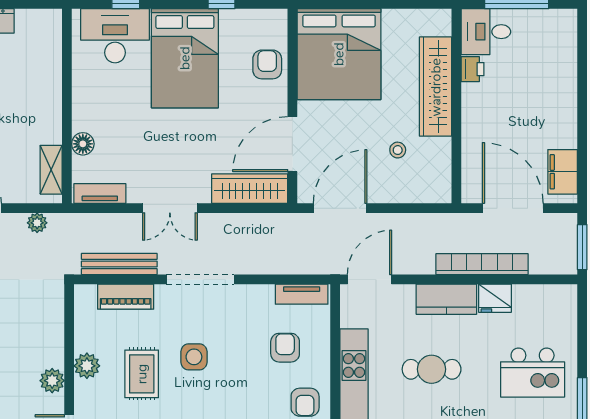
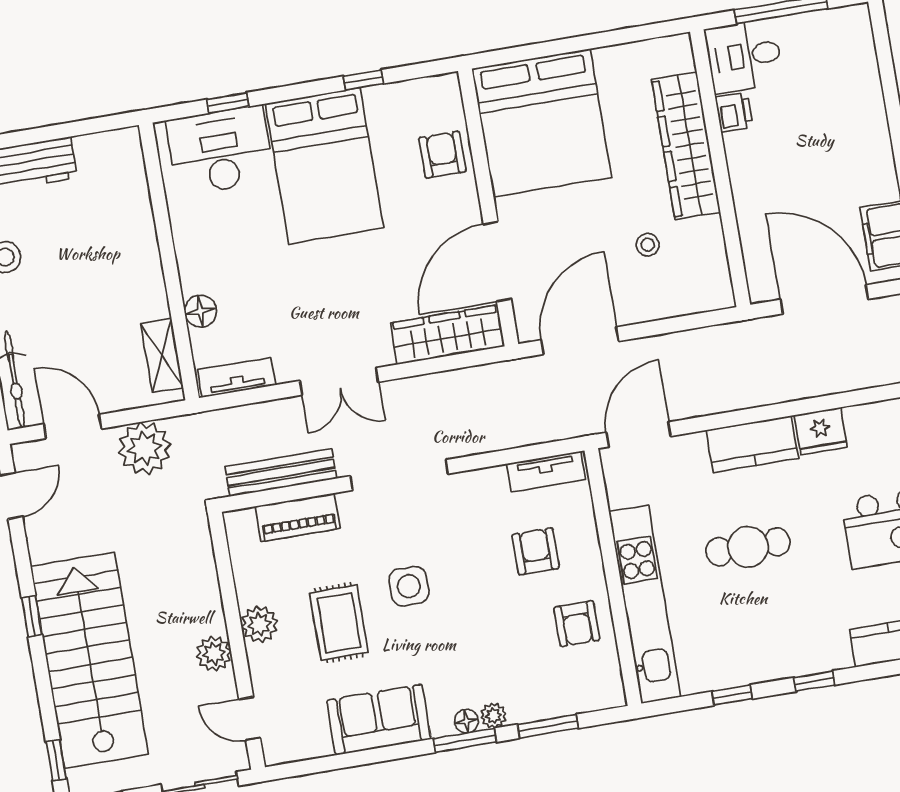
plant: (37, 223) -> (145, 448), width x1.88, depth x1.88
bookcase: (482, 264) -> (794, 386), removed

